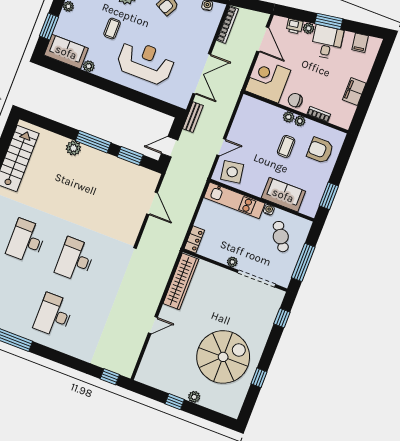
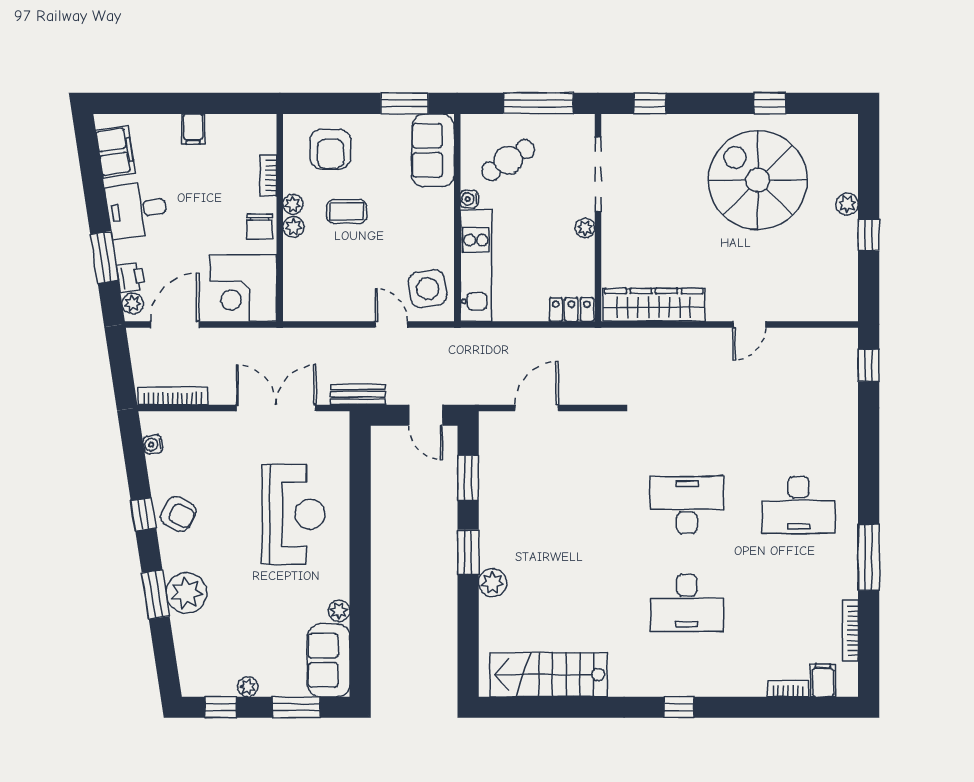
window: (329, 21) -> (104, 257), moved
plant: (309, 28) -> (133, 303), moved
coffee table: (112, 29) -> (257, 595), removed
filing cabinet: (360, 43) -> (115, 152), width x2.00
reception desk: (145, 62) -> (294, 514), turned 180
filing cabinet: (354, 91) -> (193, 129), width x0.50
window: (93, 142) -> (468, 552), width x0.69
sofa: (283, 195) -> (433, 150), moved
desk: (75, 260) -> (687, 505), turned 180
door: (153, 325) -> (749, 324), swing flipped

